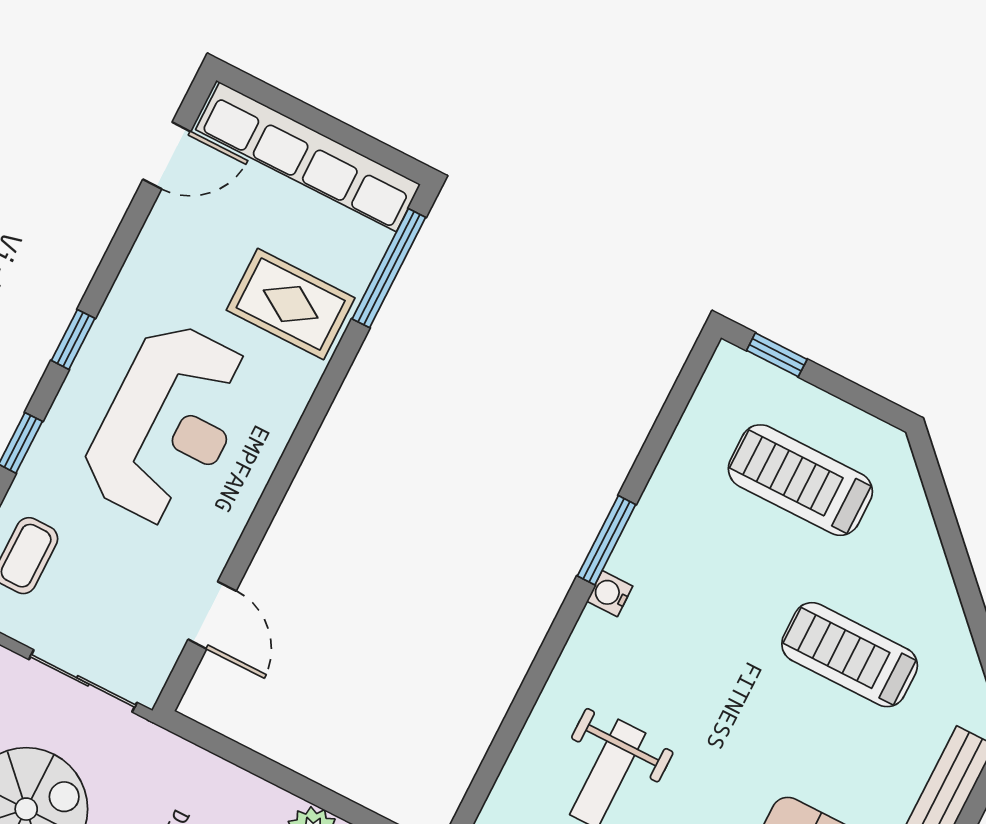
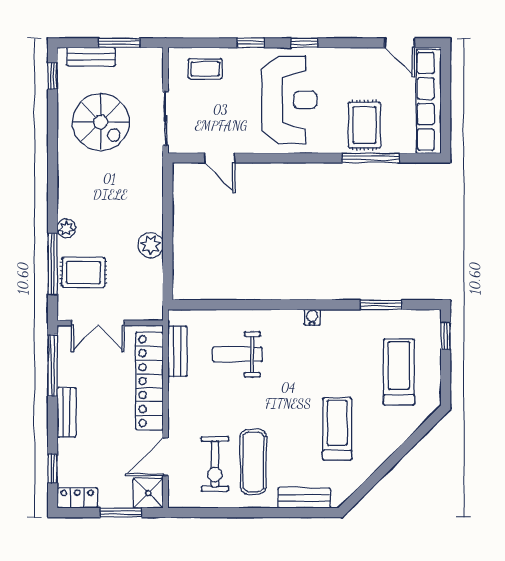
window: (389, 268) -> (370, 158), moved
reception desk: (169, 424) -> (289, 100), turned -90
window: (607, 540) -> (381, 305), moved
door: (212, 615) -> (220, 158), hinge flipped

